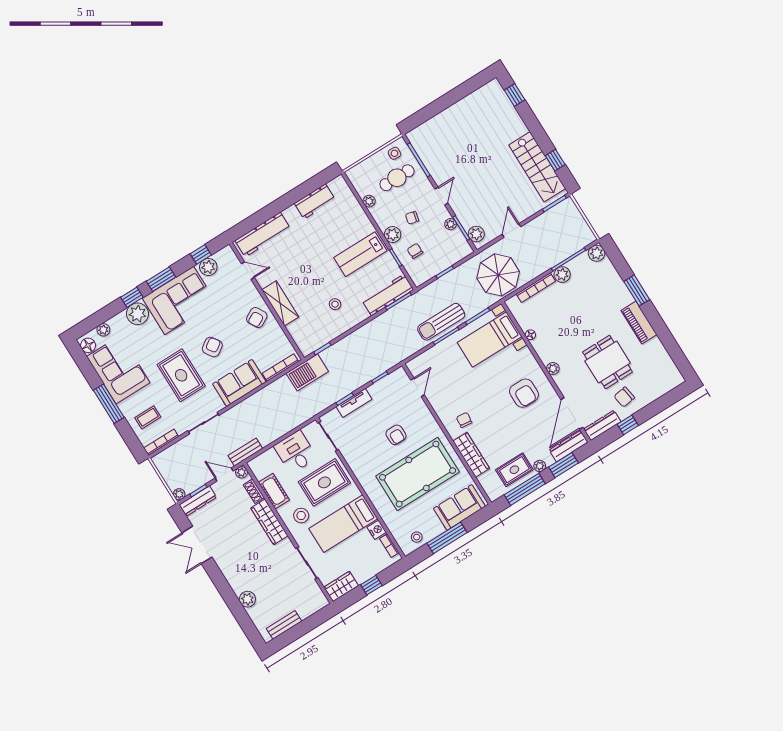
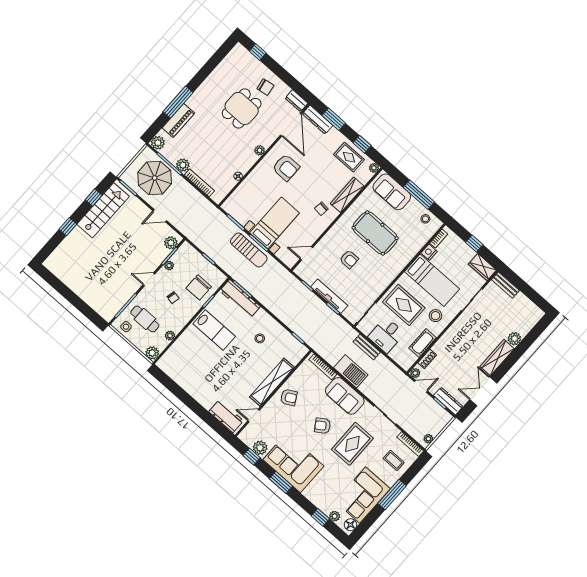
window: (515, 95) -> (68, 227), moved
workbench: (315, 202) -> (183, 379), removed
workbench: (263, 235) -> (226, 416), width x0.73
plant: (393, 235) -> (152, 353), moved
chair: (415, 251) -> (199, 287), width x1.87, depth x1.87
door: (248, 271) -> (254, 416), hinge flipped
parasol: (498, 275) -> (155, 178), moved
window: (637, 290) -> (178, 102), width x1.44
window: (132, 297) -> (320, 517), moved
shelving: (280, 303) -> (272, 382), width x1.47
plant: (138, 314) -> (314, 493), removed
piano: (639, 322) -> (178, 120), moved
bed with nightstands: (490, 339) -> (275, 223), moved, turned -90
barbecue: (307, 372) -> (351, 371), moved
armchair: (524, 393) -> (286, 168), turned 90
tv unit: (354, 403) -> (329, 296), width x1.41
door: (572, 413) -> (291, 125), hinge flipped
dresser: (602, 425) -> (296, 101), width x0.70
window: (628, 425) -> (258, 52), moved
armchair: (396, 435) -> (349, 259), turned 90
bench: (245, 452) -> (367, 347), moved
plant: (540, 466) -> (374, 168), moved
pool table: (418, 474) -> (375, 233), width x0.73, depth x0.76
door: (224, 475) -> (421, 386), swing flipped
window: (525, 489) -> (362, 144), width x0.46
plant: (179, 494) -> (428, 439), moved
wardrobe: (269, 522) -> (497, 358), moved, turned 180
double door: (197, 545) -> (483, 391), swing flipped
bench: (284, 625) -> (505, 285), moved

